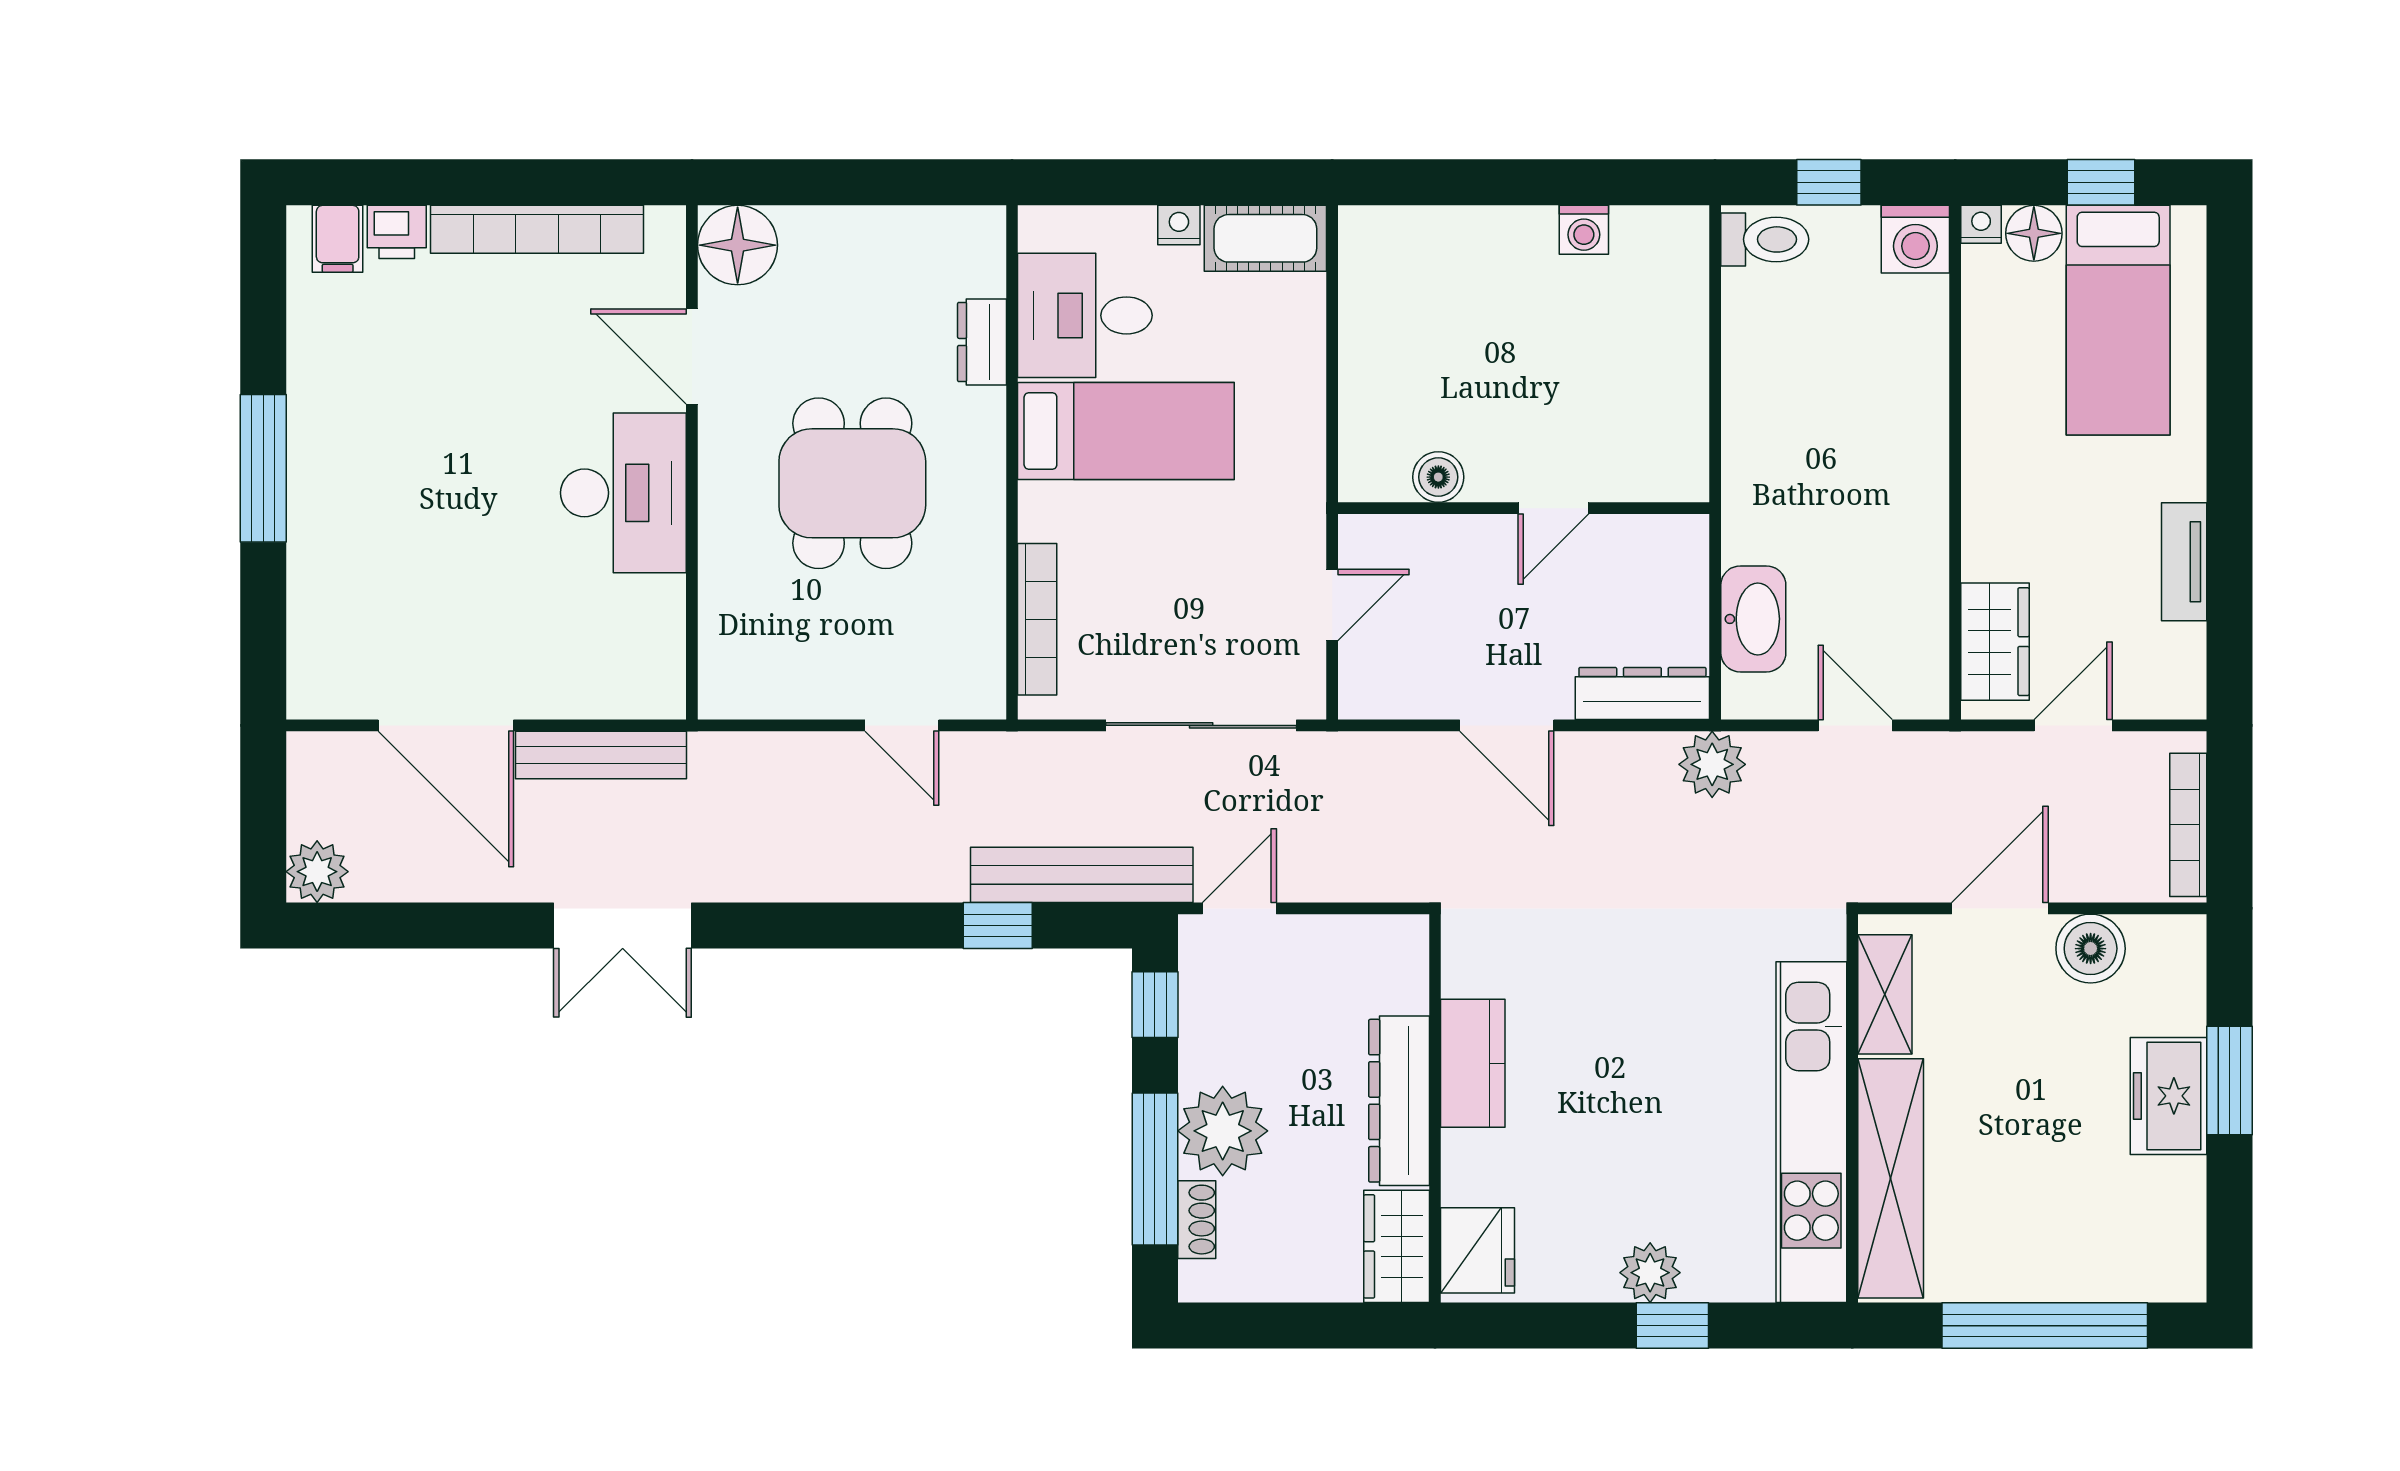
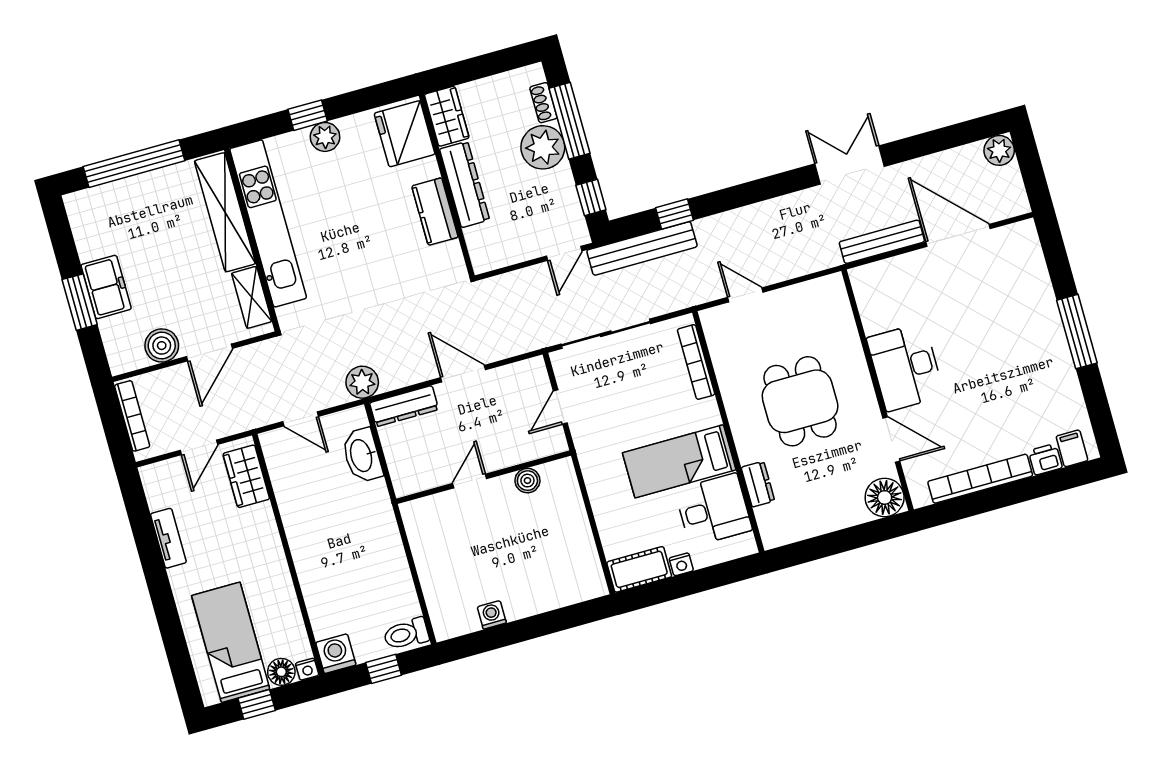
fridge: (1478, 1250) -> (405, 134), width x1.36, depth x1.34

